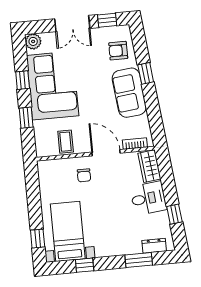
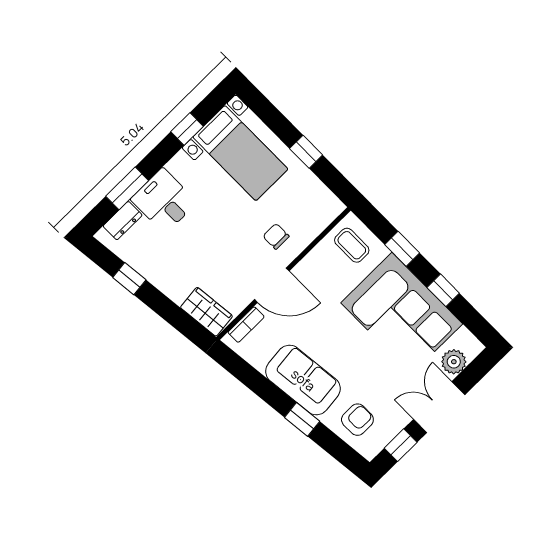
plant: (33, 41) -> (454, 362), moved
coffee table: (66, 142) -> (352, 245), moved
desk: (148, 198) -> (164, 201), moved, turned 96
window: (38, 239) -> (306, 152), moved

